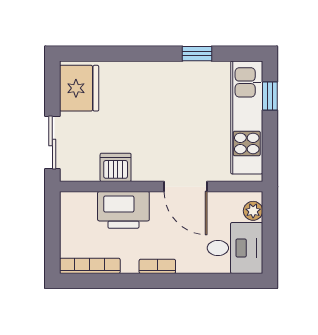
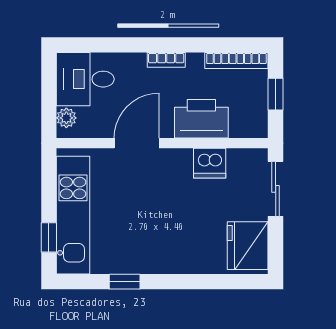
door: (186, 187) -> (137, 143), hinge flipped
window: (52, 234) -> (276, 94), added

